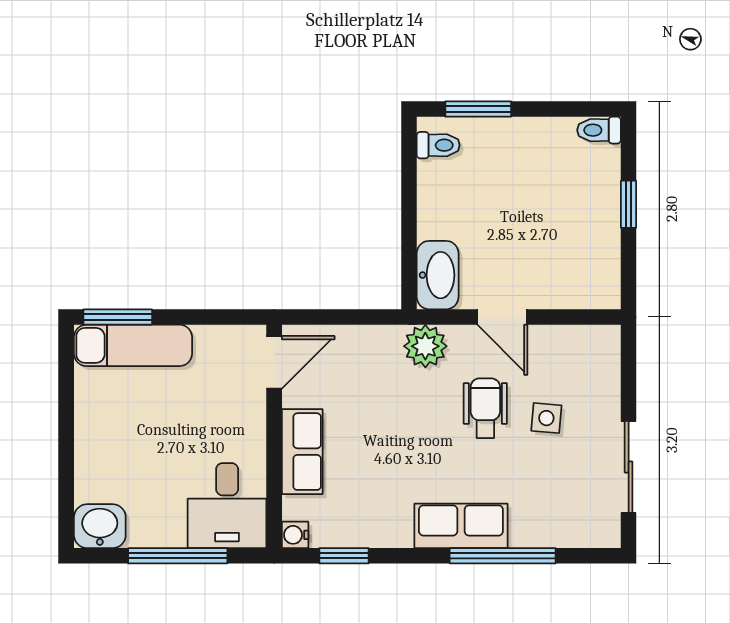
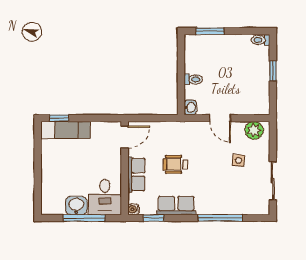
toilet: (438, 145) -> (193, 79), moved
washbasin: (438, 275) -> (190, 107), width x0.52, depth x0.69
window: (118, 317) -> (59, 118), width x0.67
plant: (425, 346) -> (254, 130), moved
wheelchair: (485, 408) -> (176, 164), moved, turned -90
washbasin: (100, 526) -> (76, 206), moved
row of seats: (461, 526) -> (176, 205), moved

